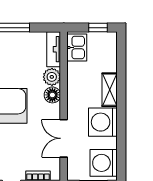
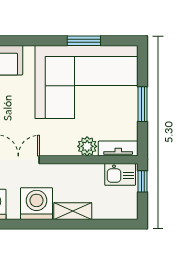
window: (98, 28) -> (143, 181), moved
floor lamp: (52, 95) -> (67, 147), removed

